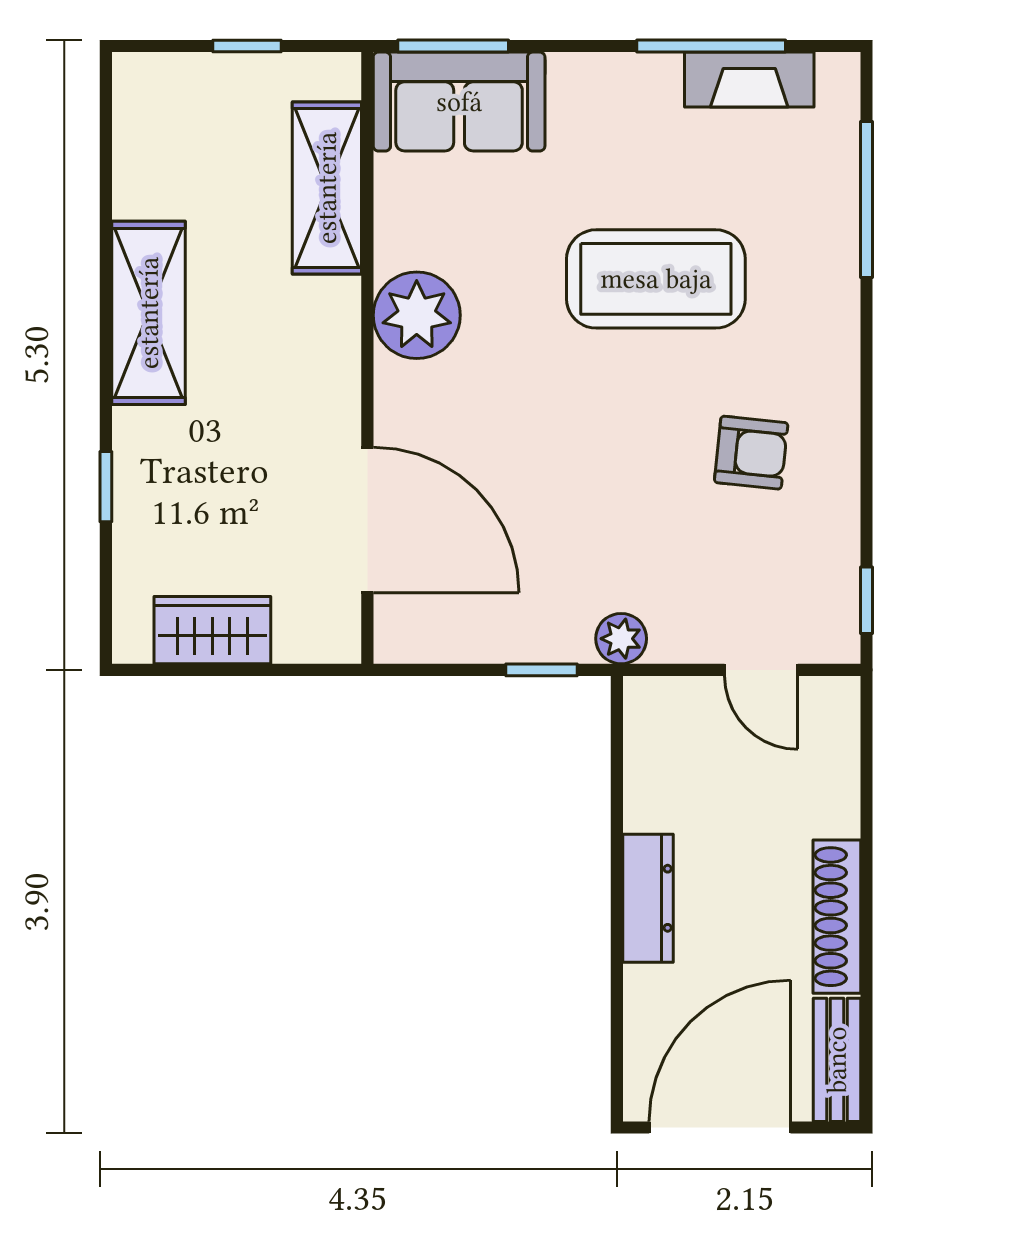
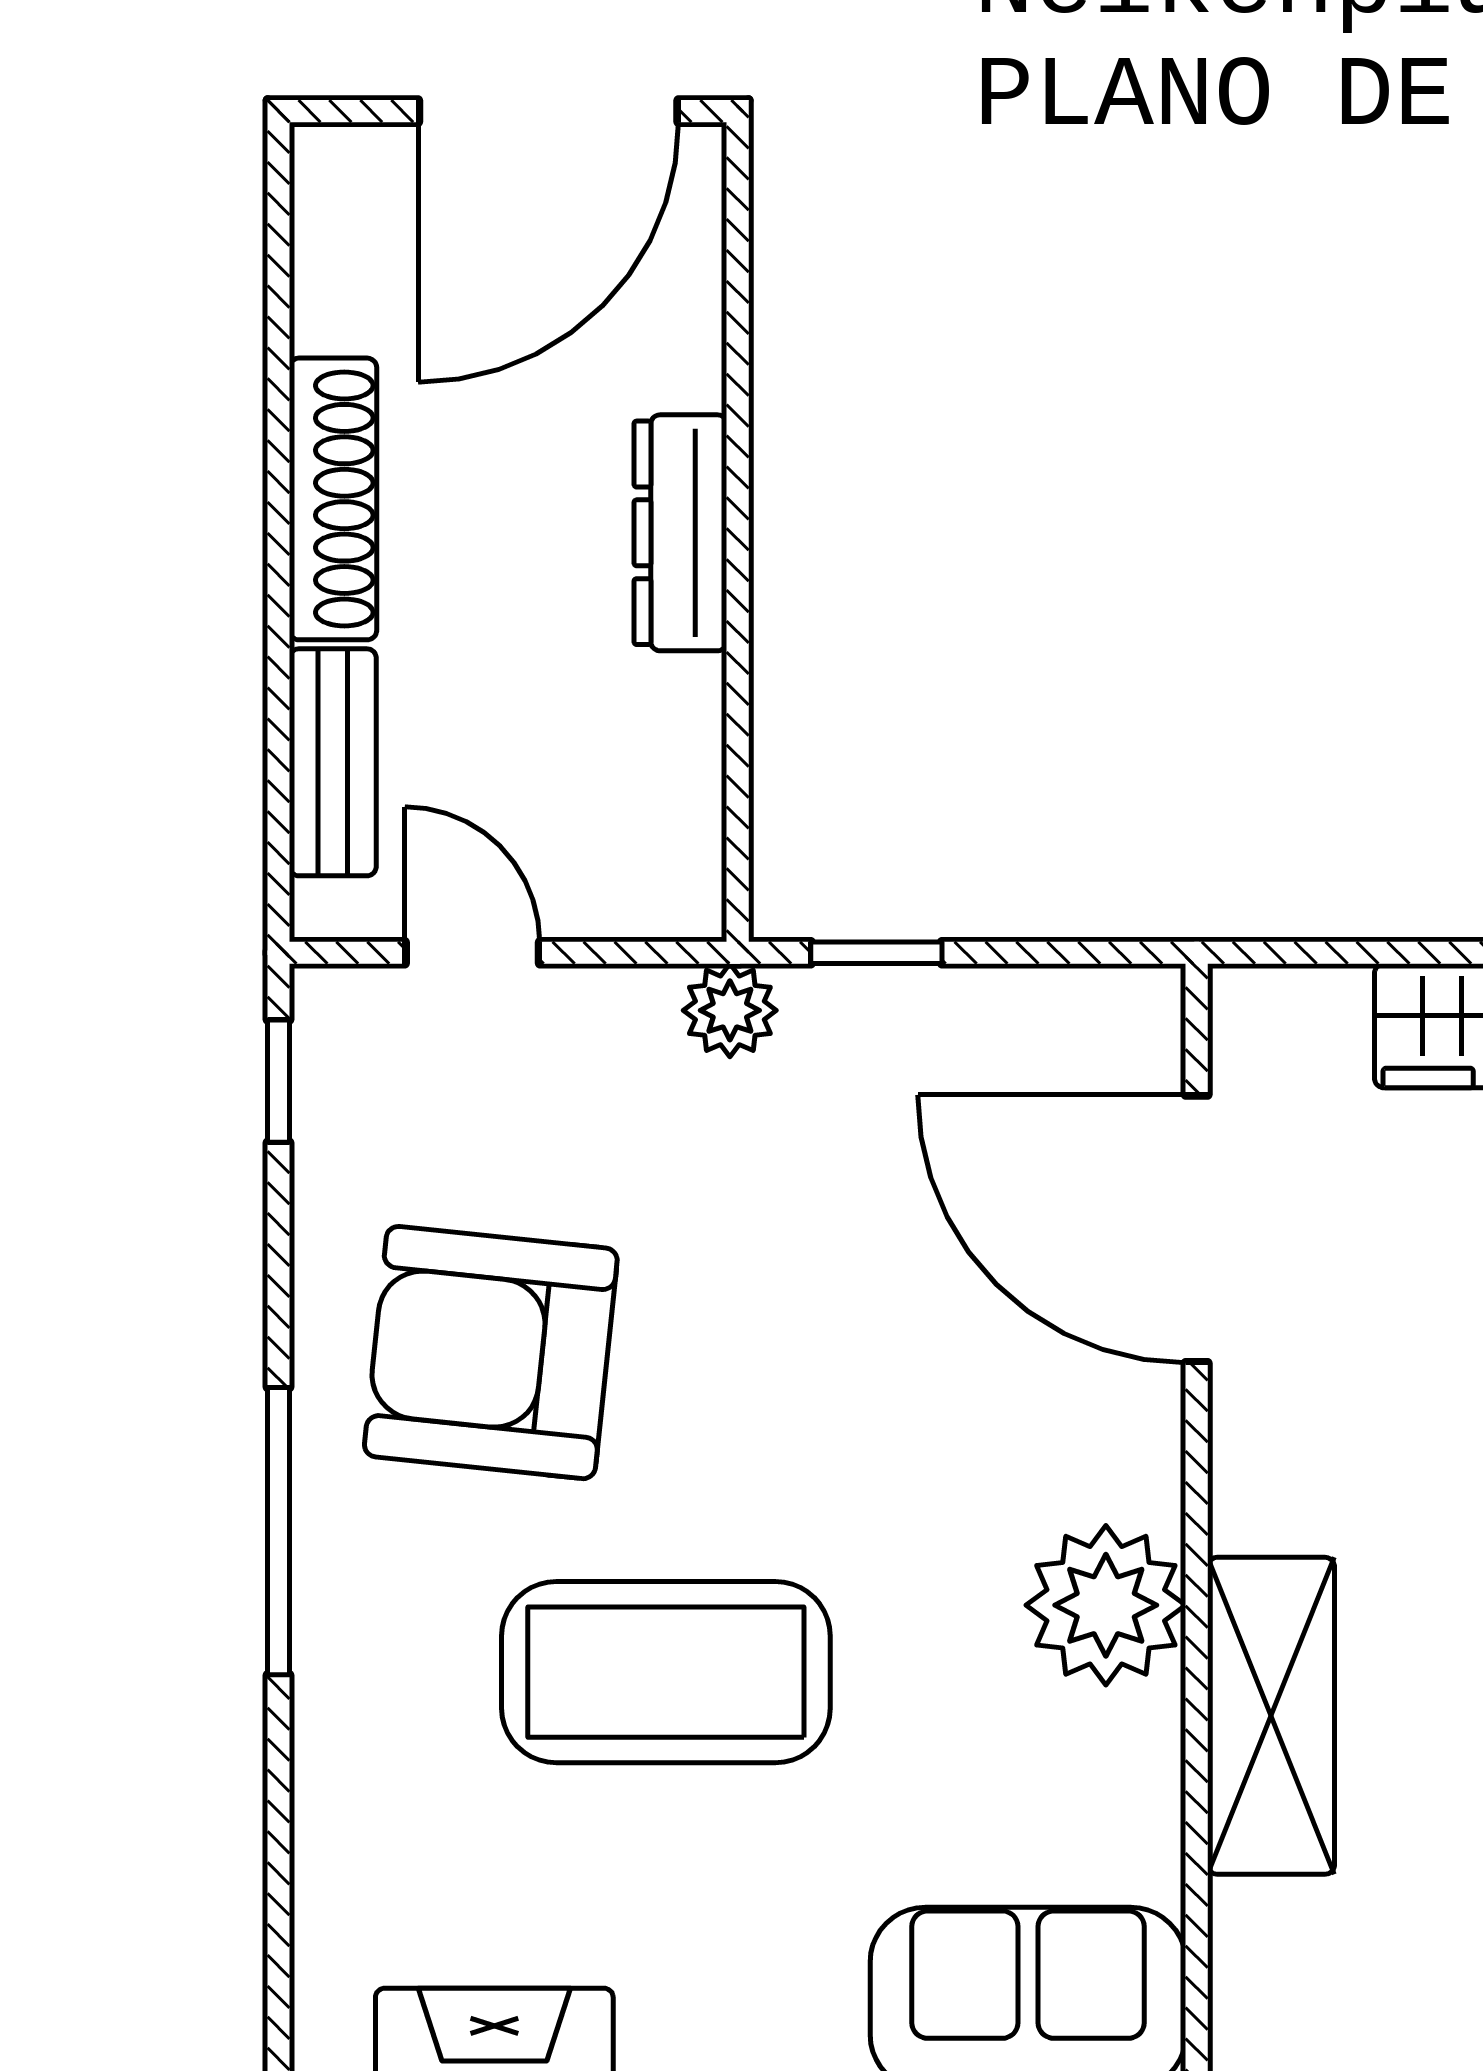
shelving: (327, 188) -> (1271, 1716), moved
window: (866, 200) -> (279, 1531), moved
armchair: (751, 453) -> (491, 1353), width x1.88, depth x1.88
bench: (837, 1060) -> (333, 762), moved

